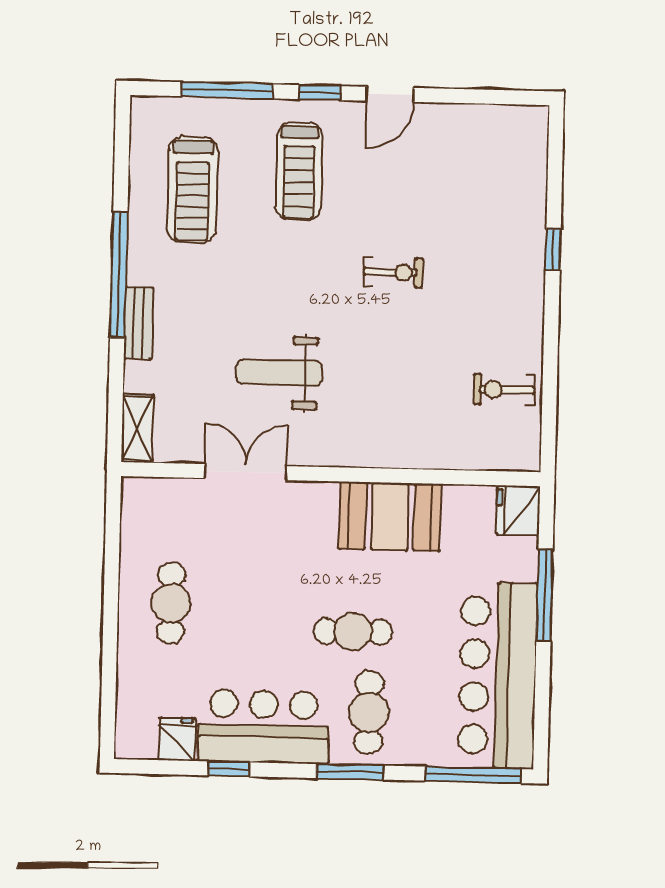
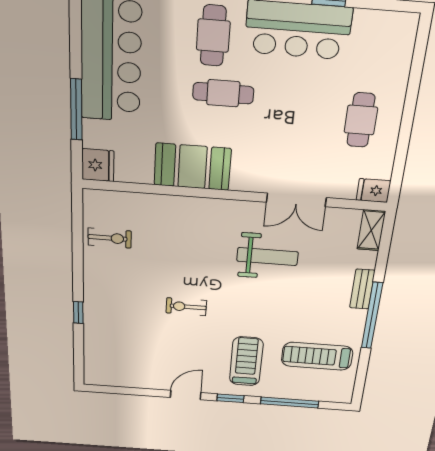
treadmill: (192, 190) -> (317, 356), turned -90
fridge: (177, 739) -> (374, 190), moved, turned 90

